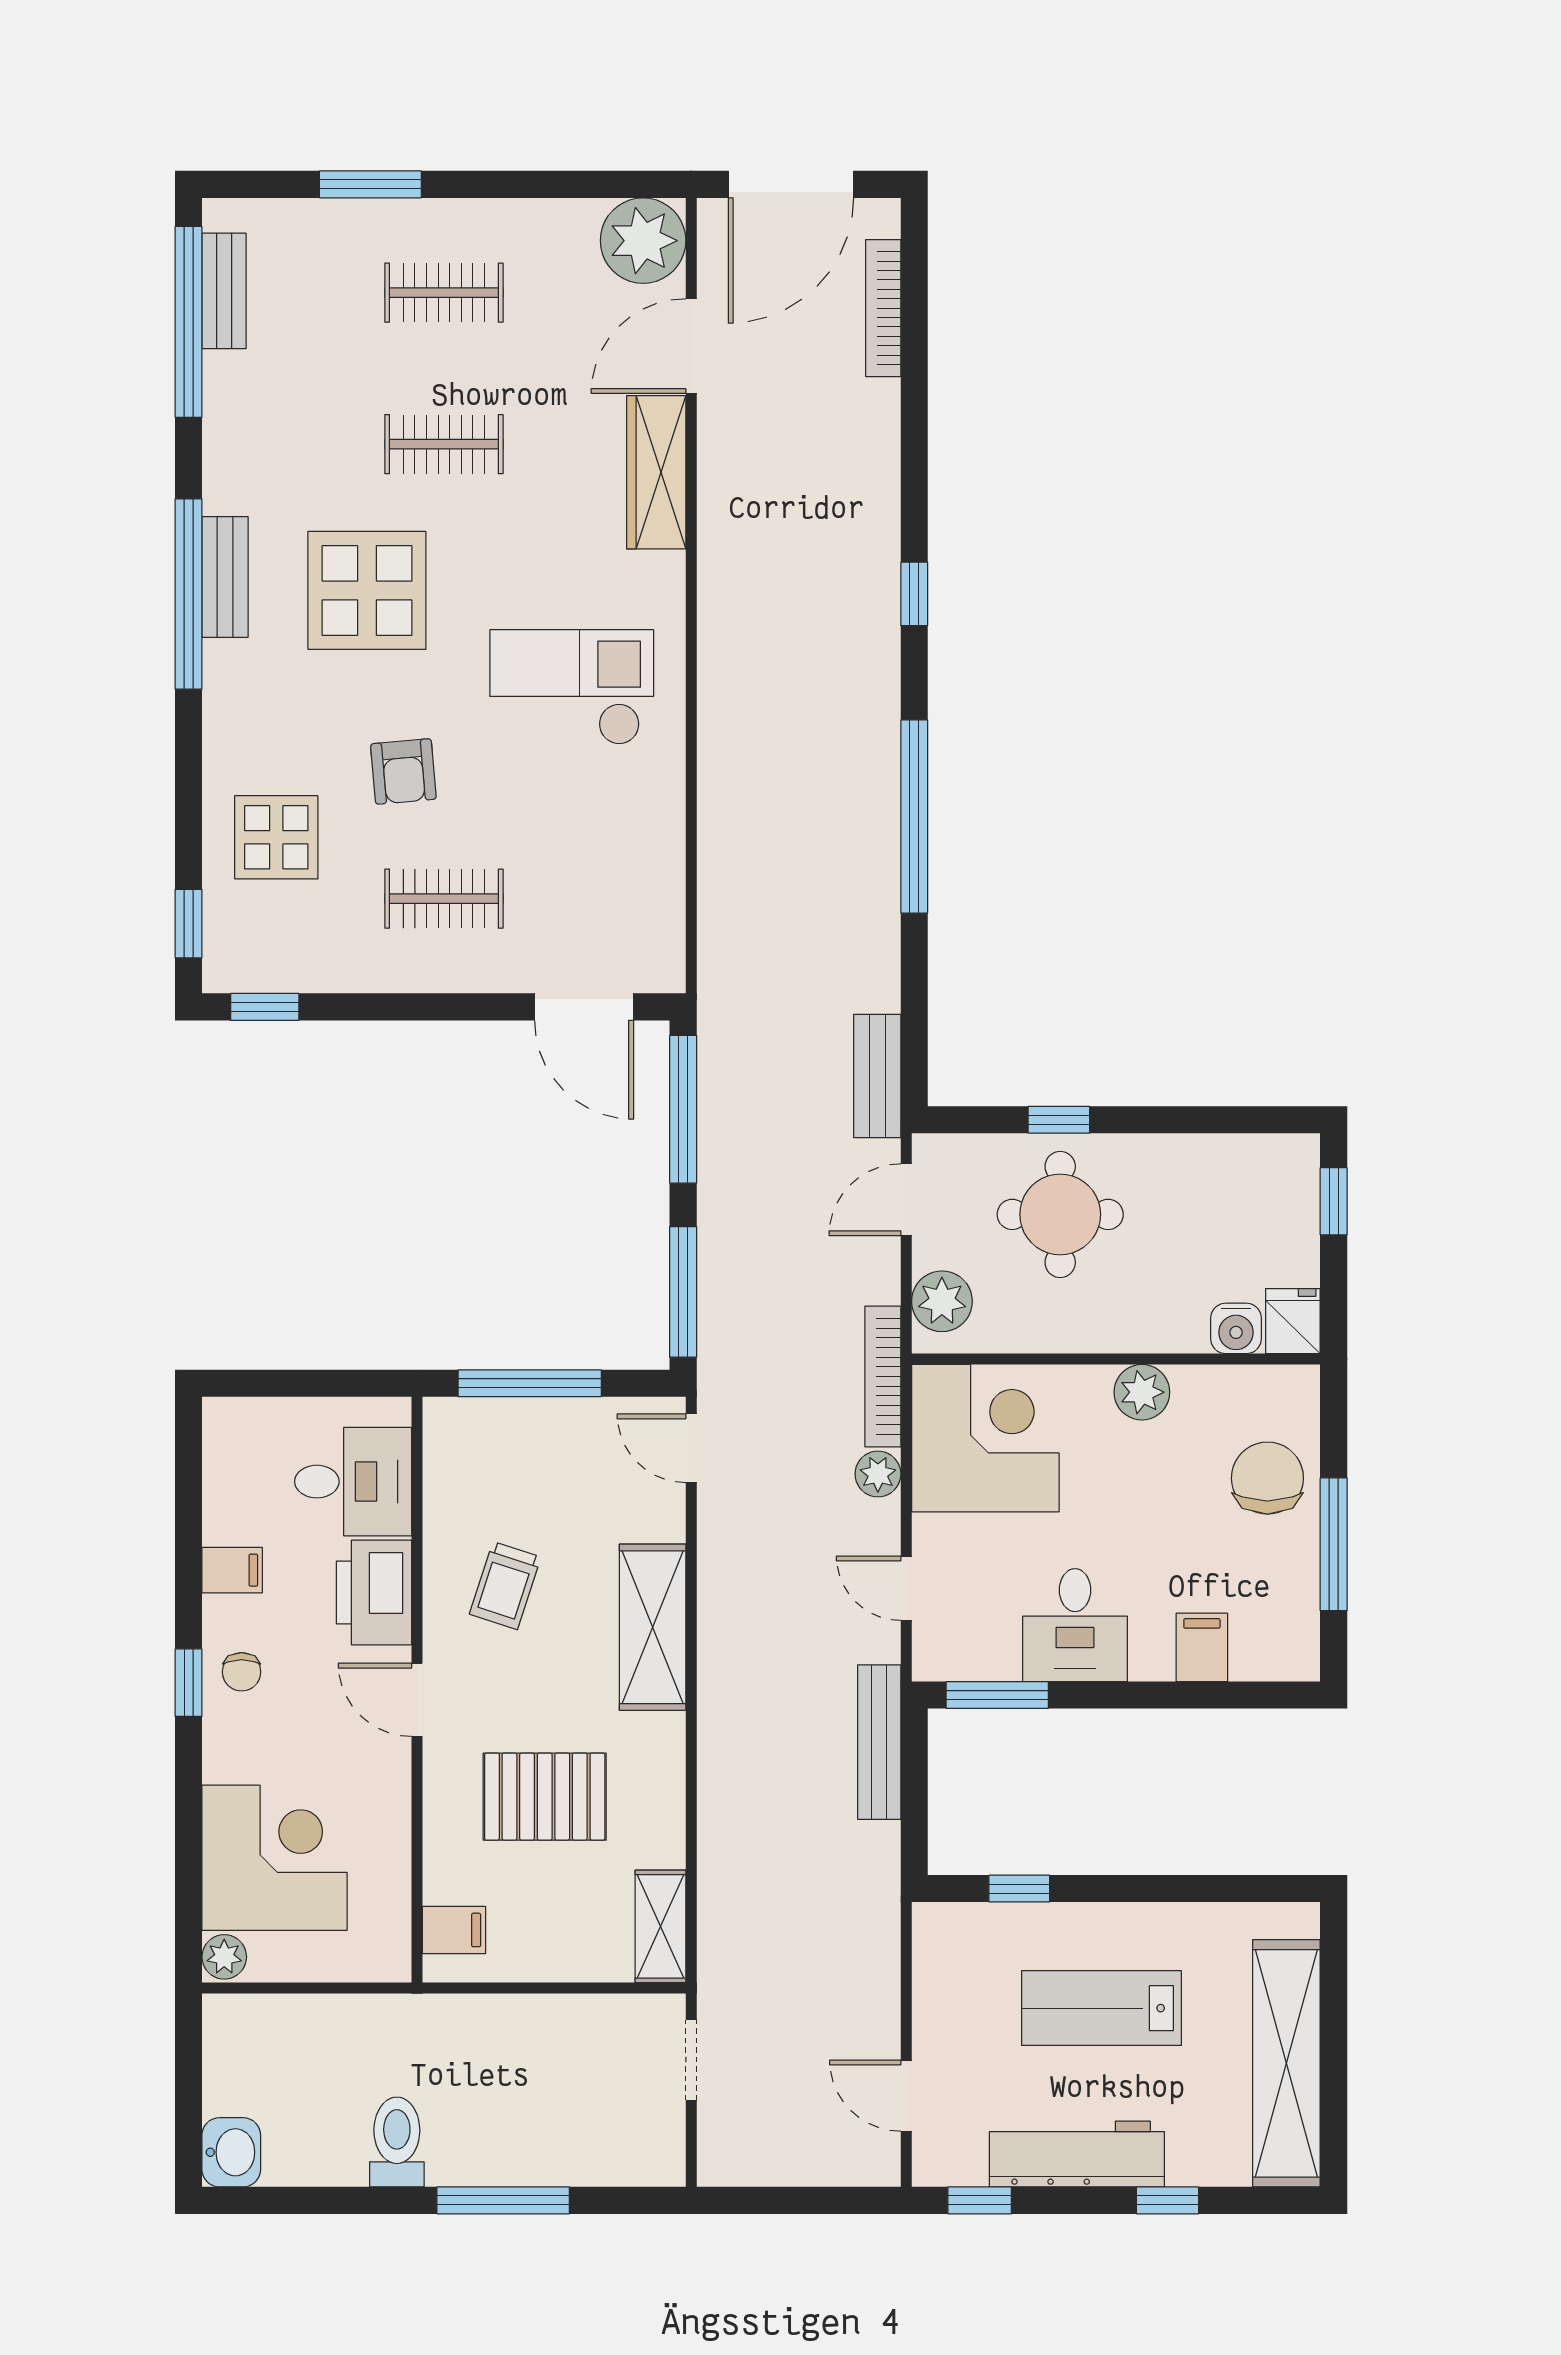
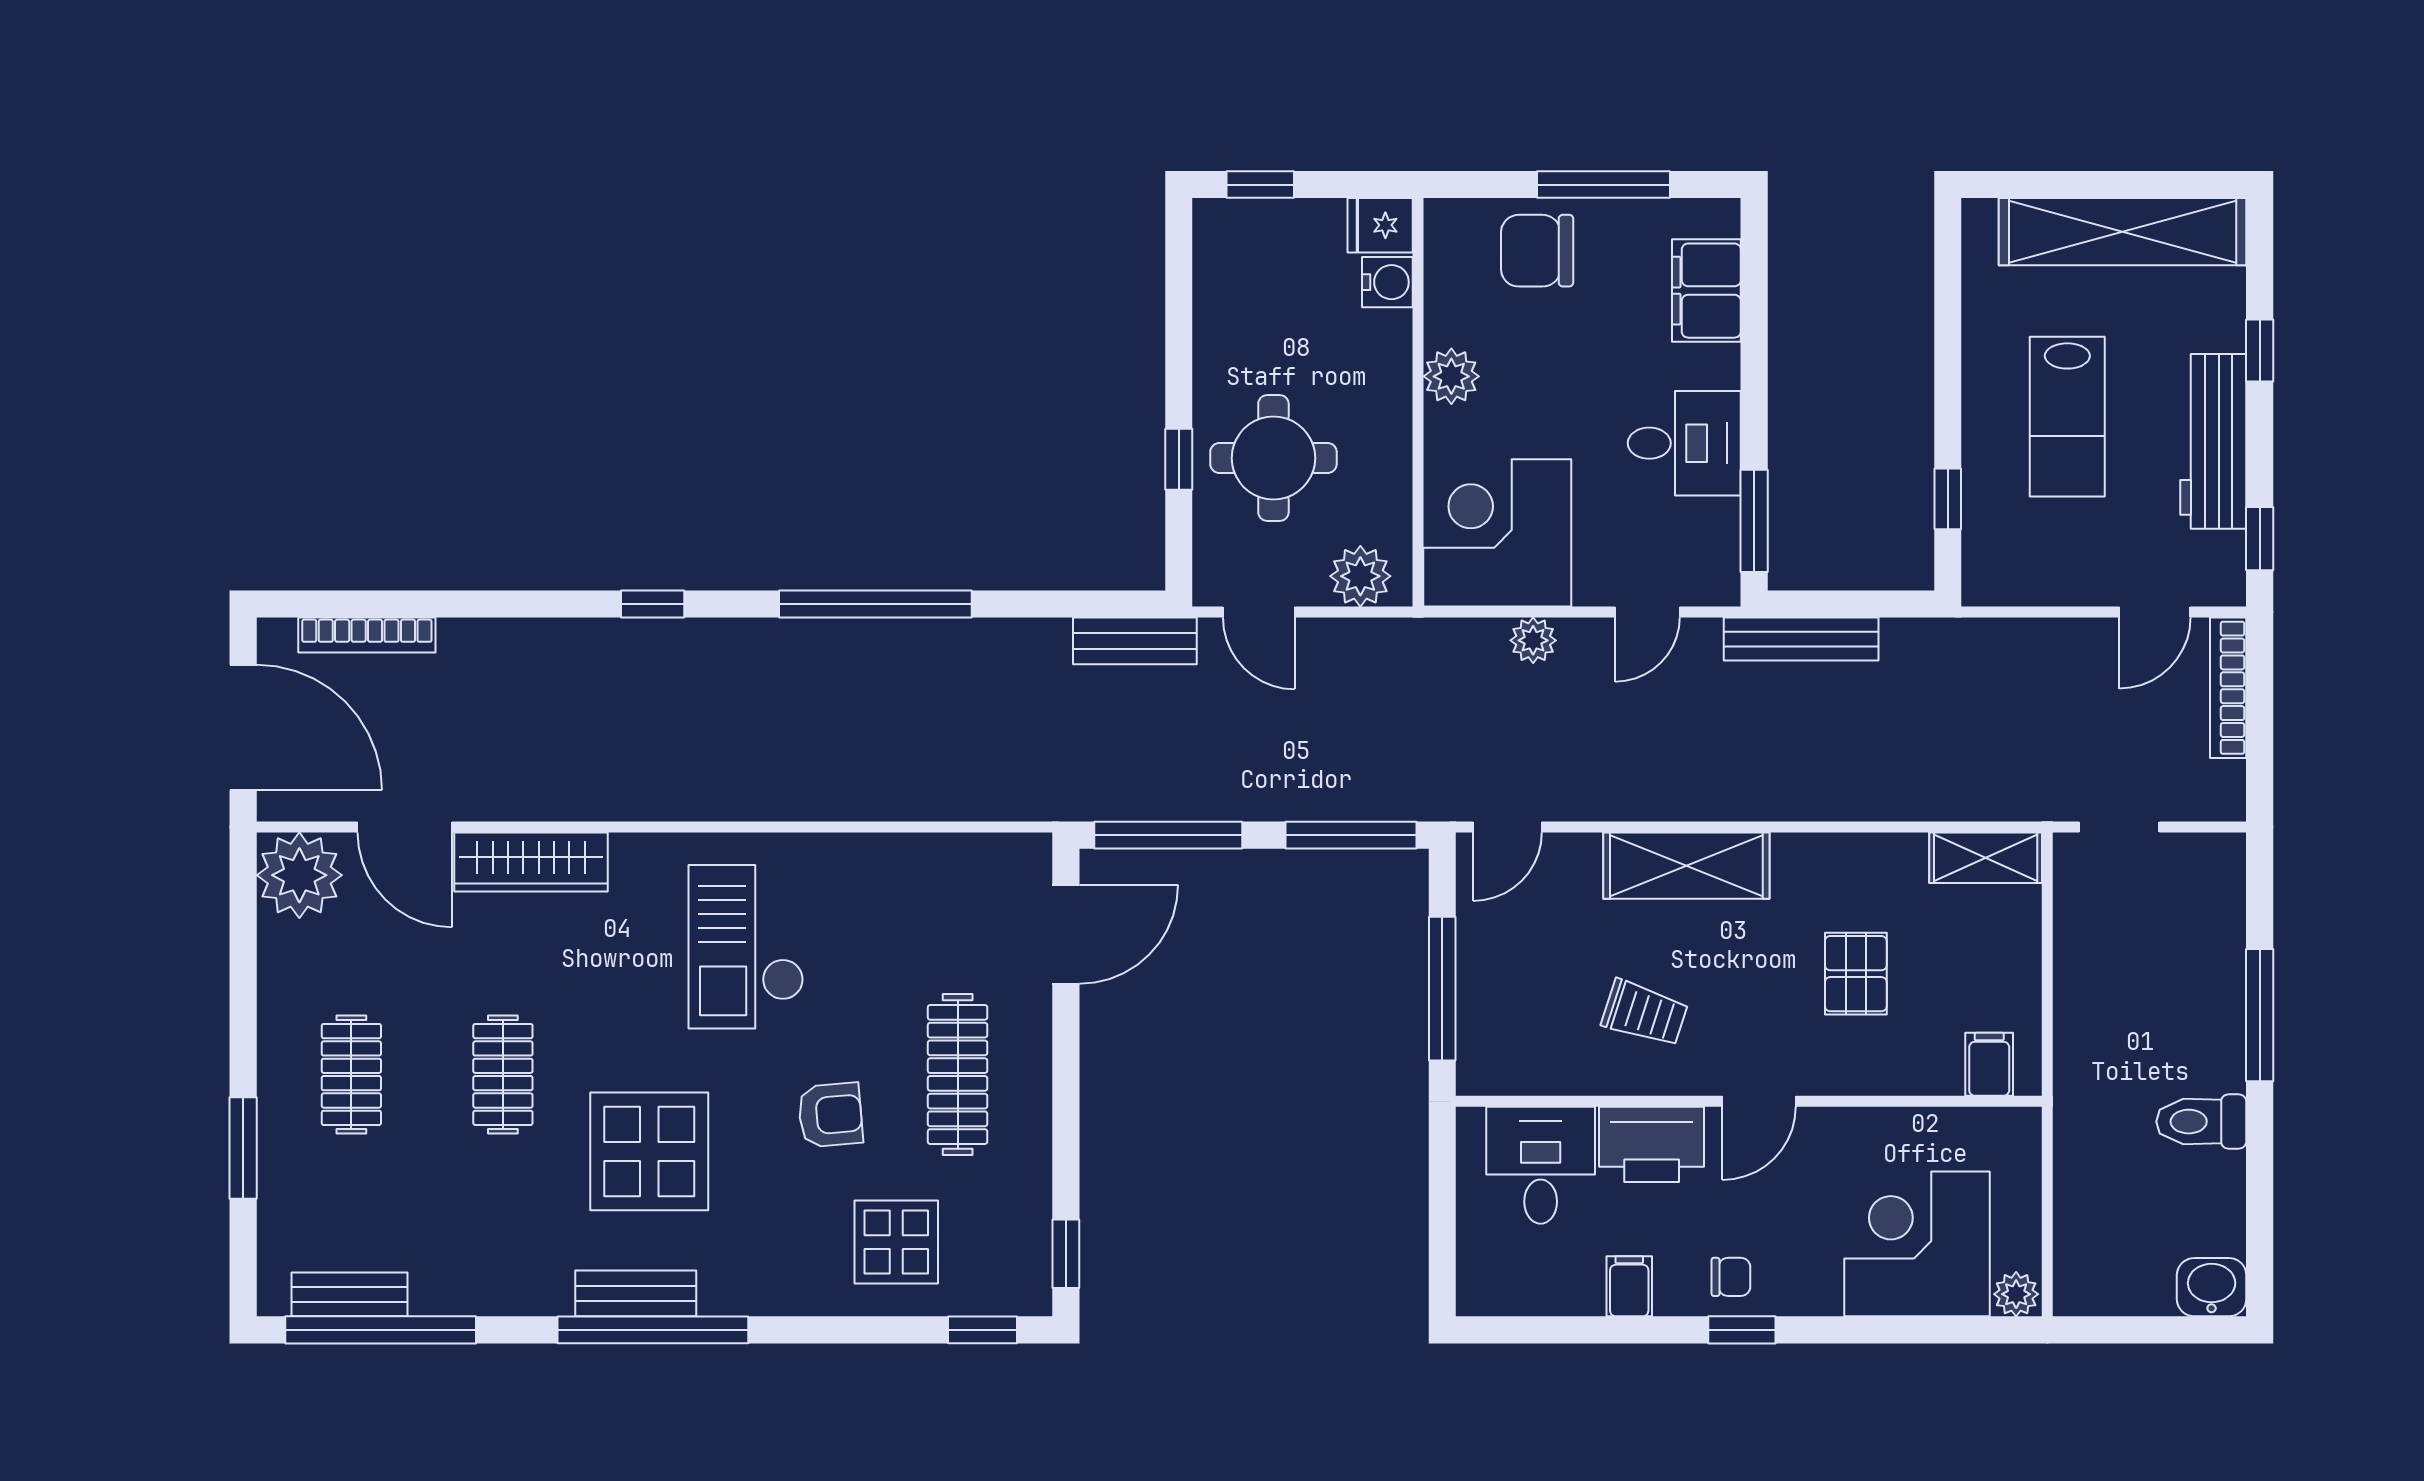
clothes rail: (444, 899) -> (958, 1074), width x1.36
bookcase: (883, 1376) -> (2228, 688), moved, turned 90
filing cabinet: (1202, 1647) -> (1706, 291), width x2.00
pallet: (545, 1797) -> (1856, 974), width x0.67, depth x0.71

